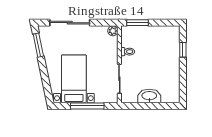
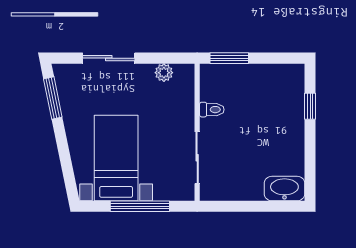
sliding door: (70, 23) -> (109, 58), width x0.73
plant: (113, 31) -> (164, 73), moved
washbasin: (149, 96) -> (284, 189), moved

